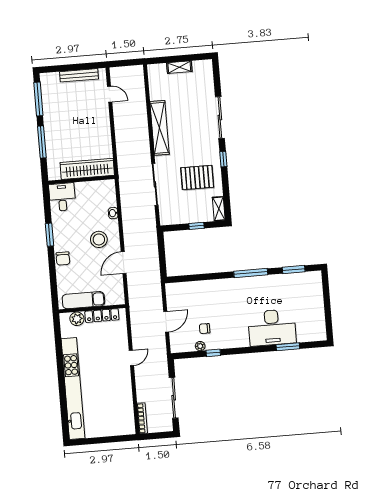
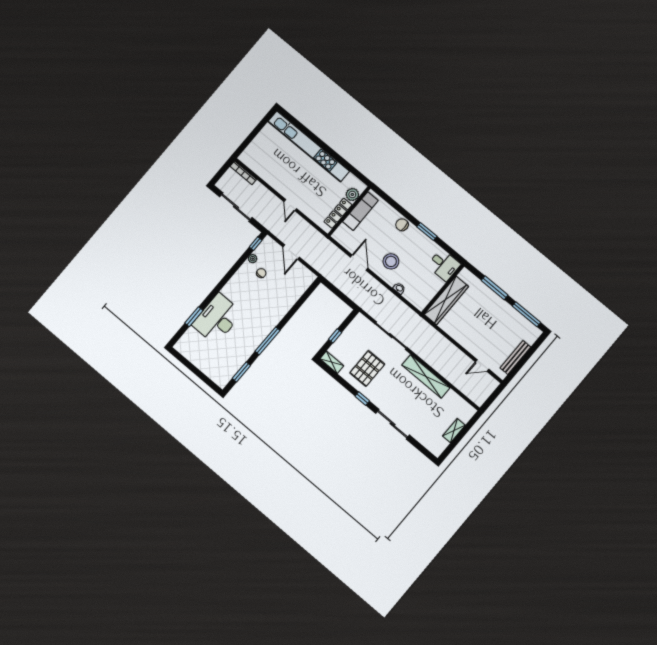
window: (213, 353) -> (256, 244), moved

